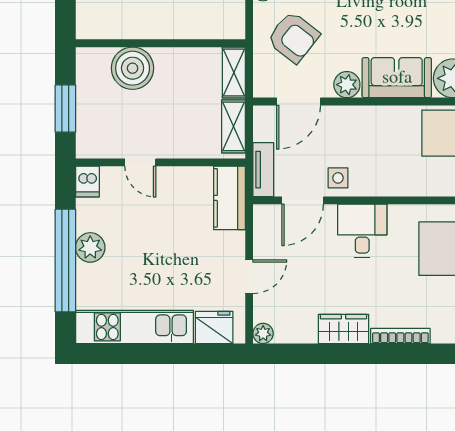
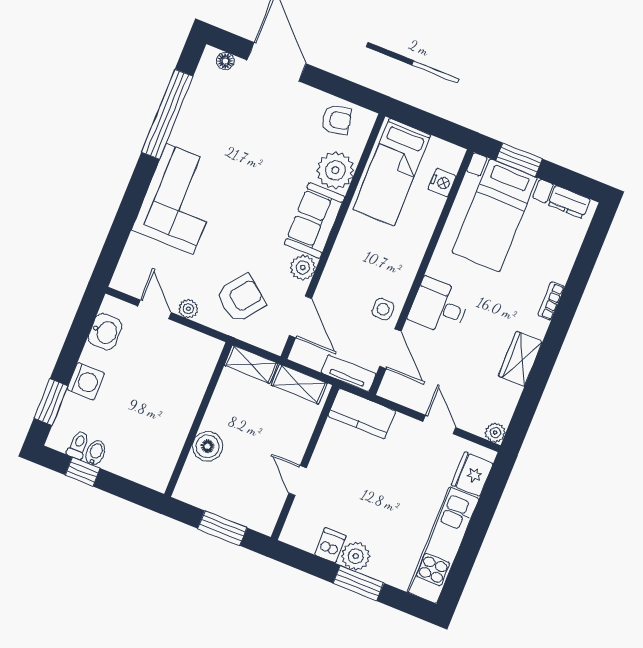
boiler: (133, 68) -> (208, 446), width x0.73, depth x0.73
door: (140, 162) -> (298, 481), swing flipped
dishwasher: (87, 181) -> (330, 545), moved, turned -90
window: (65, 260) -> (358, 583), width x0.47
bookcase: (400, 336) -> (551, 301), width x0.64

